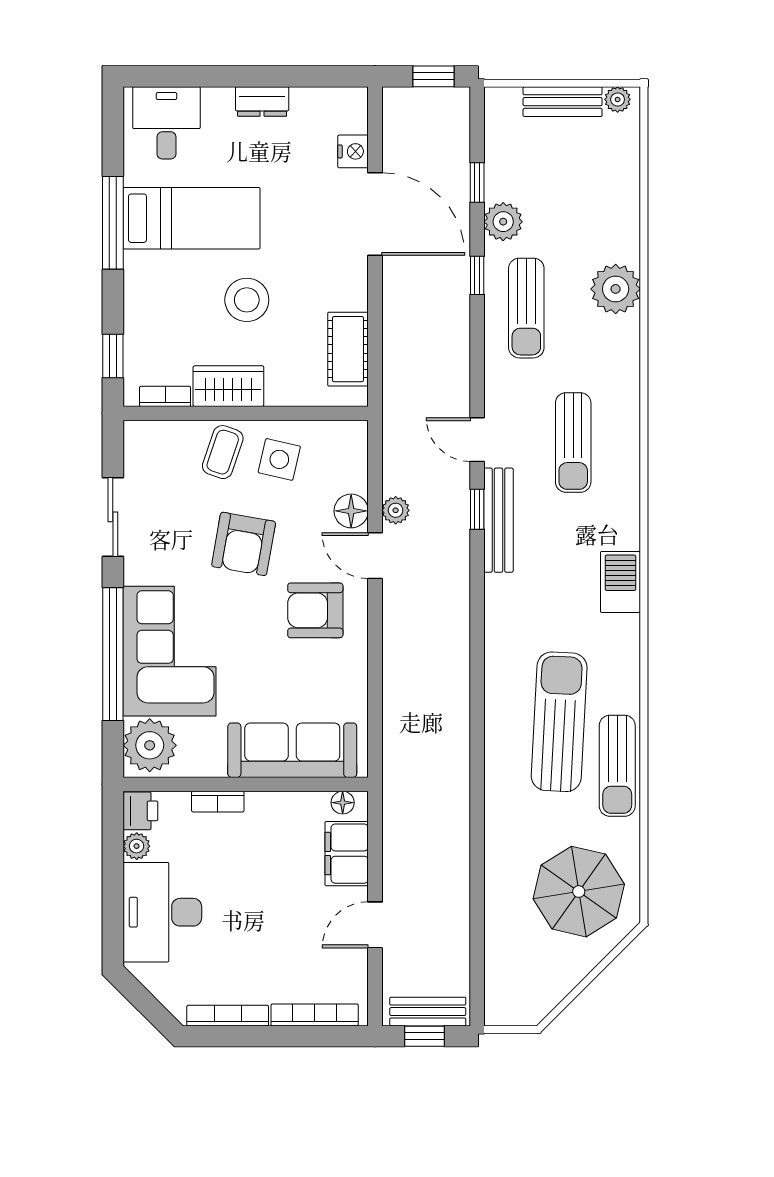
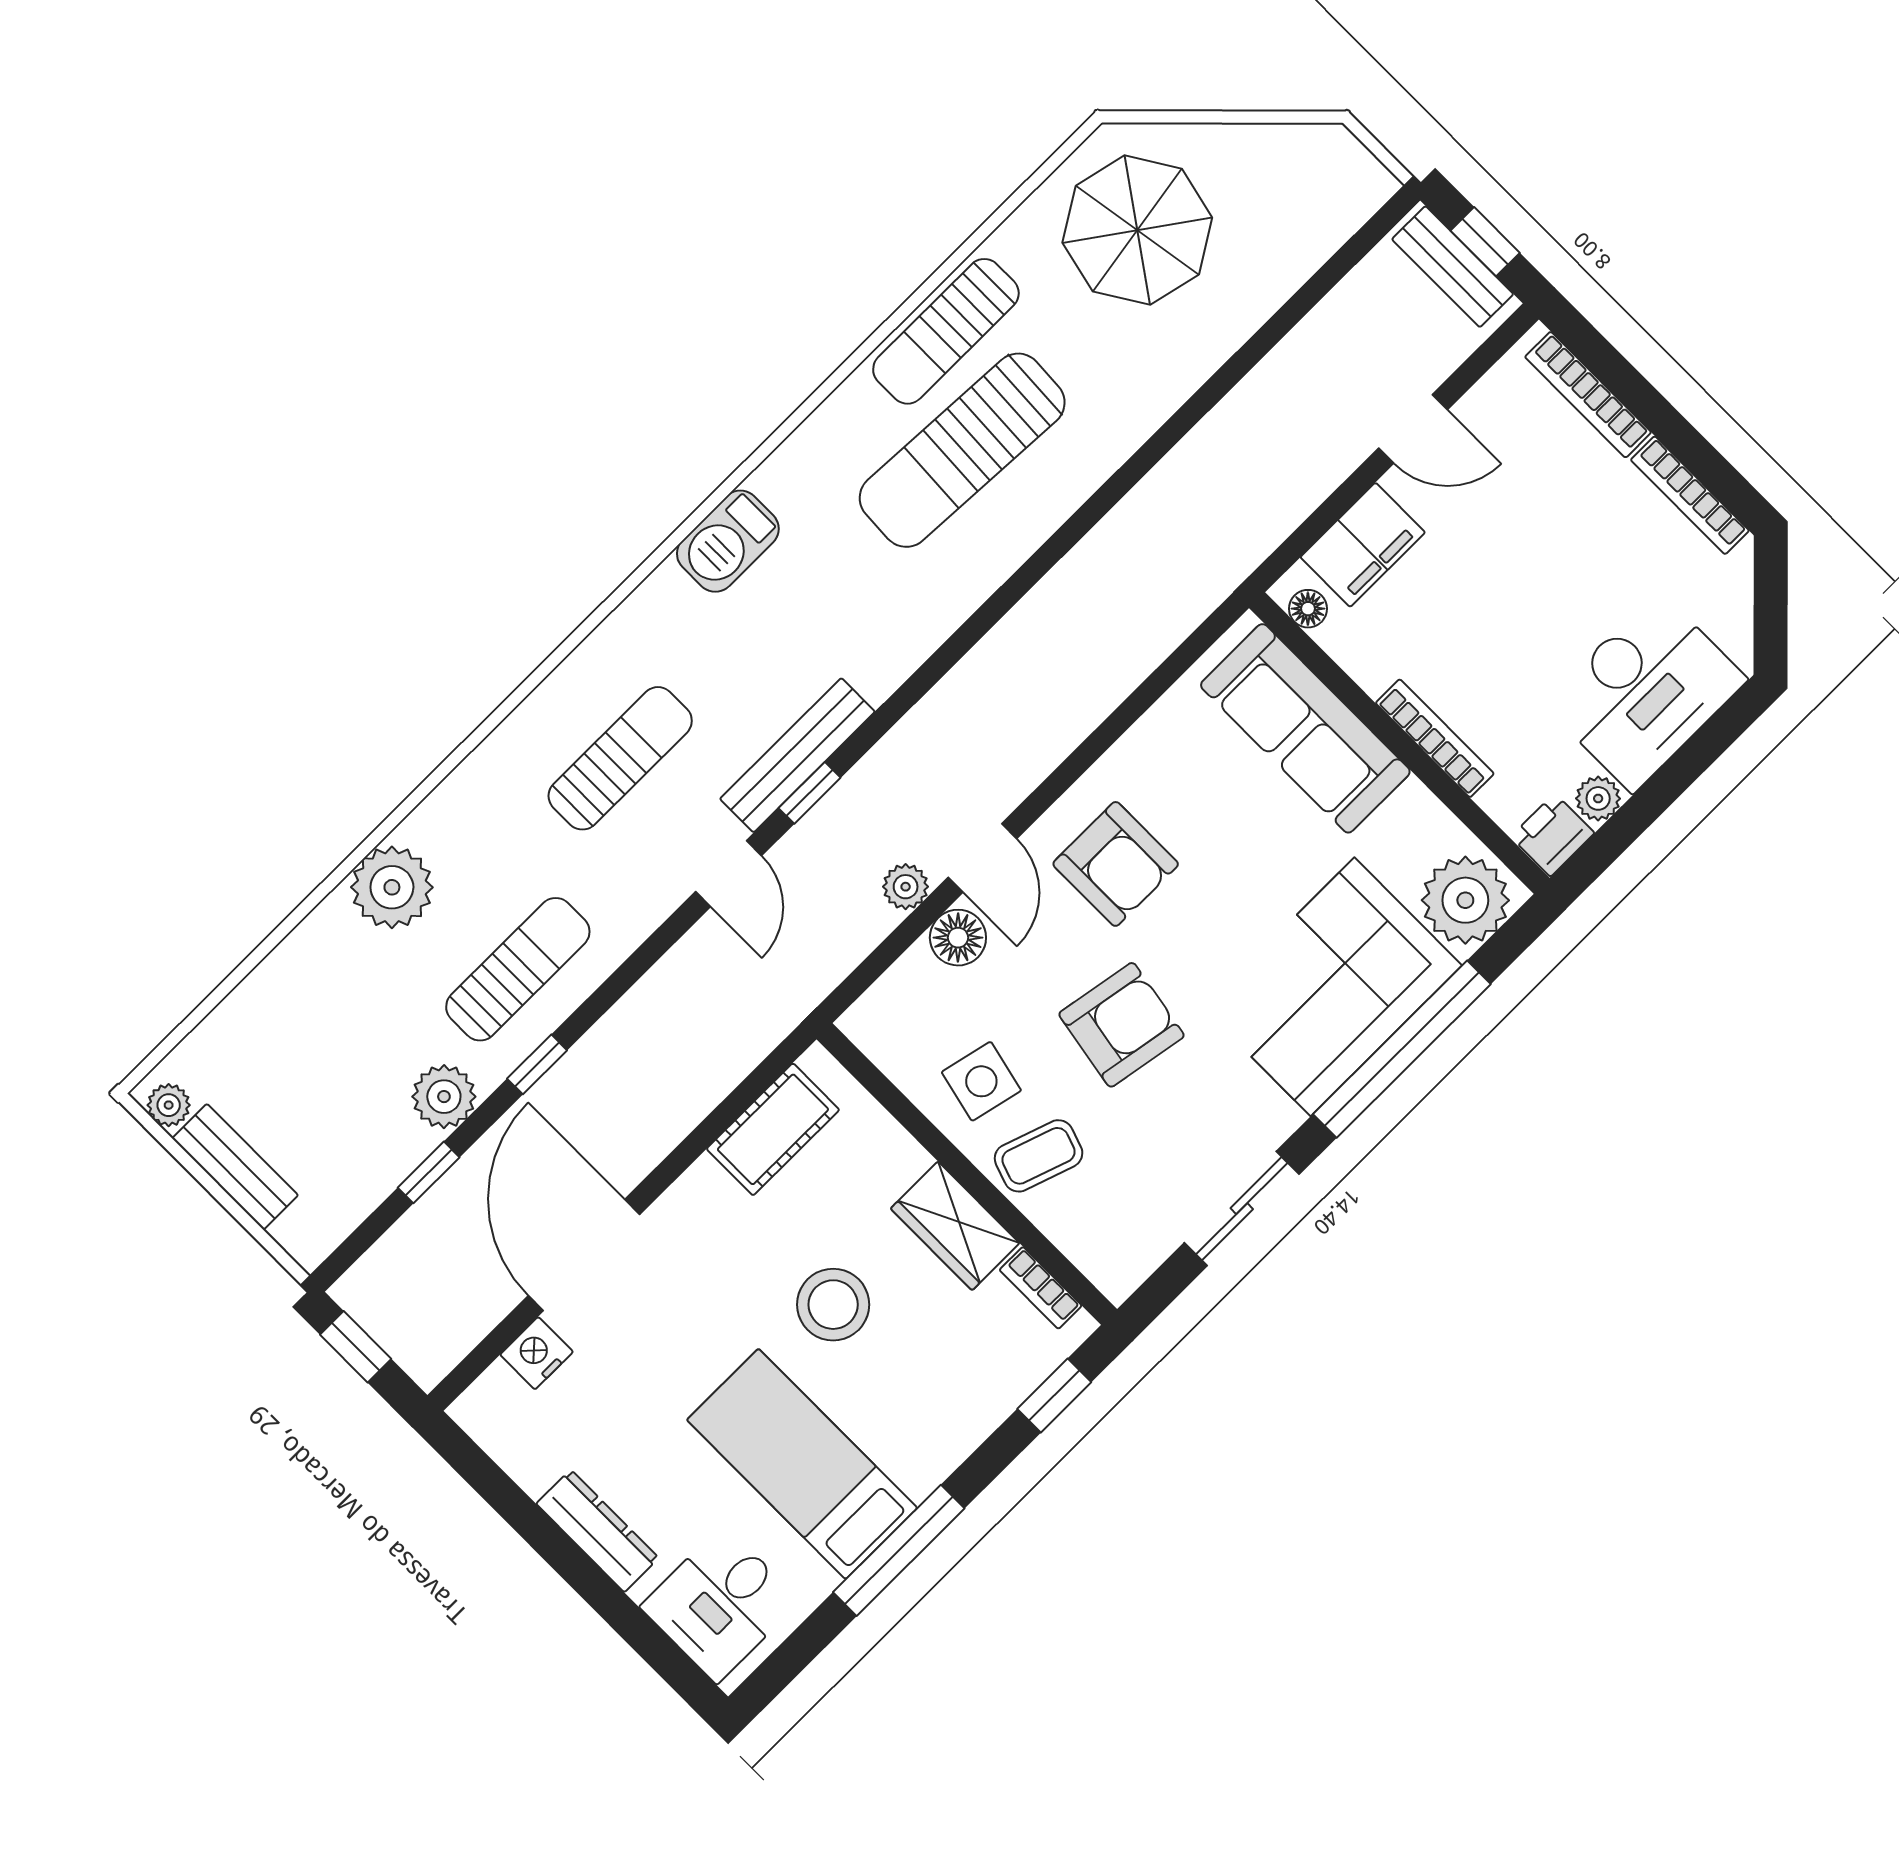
dresser: (262, 101) -> (598, 1531), width x1.44
sun lounger: (617, 766) -> (946, 331), turned 180
bookcase: (218, 802) -> (1435, 738), width x1.56

